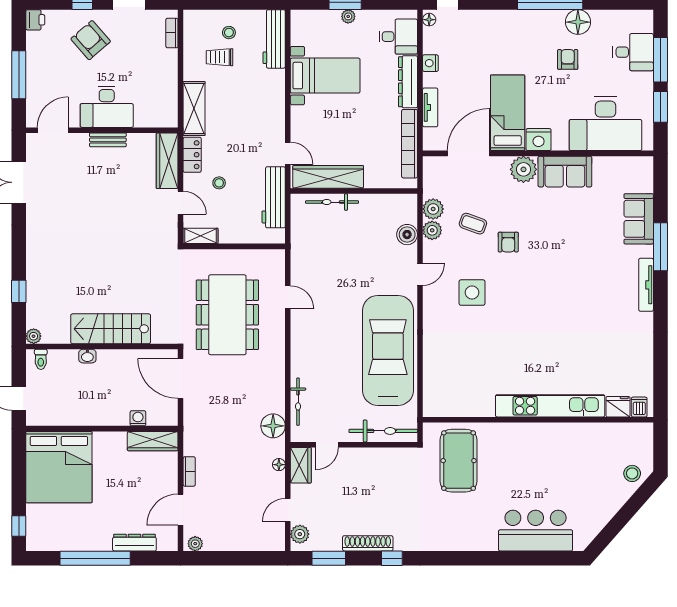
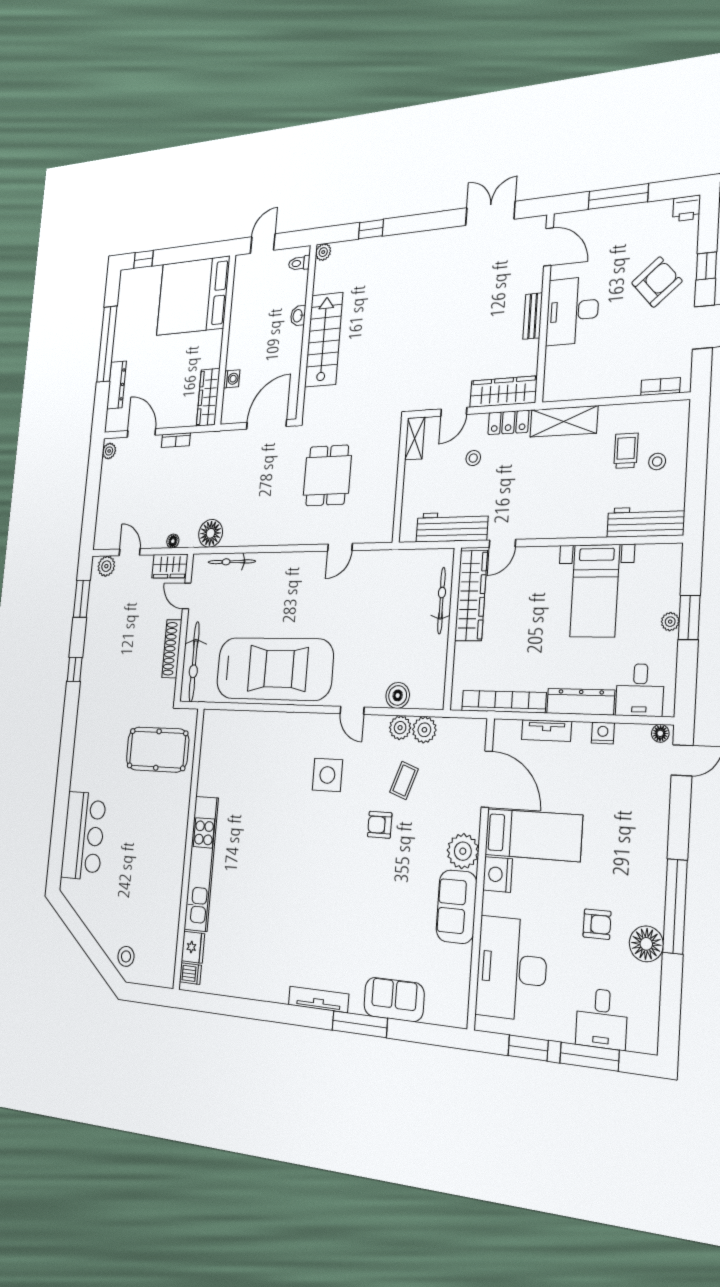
dining table: (227, 315) -> (327, 475), width x0.53, depth x0.80
shoe rack: (368, 543) -> (172, 649), moved, turned 180

